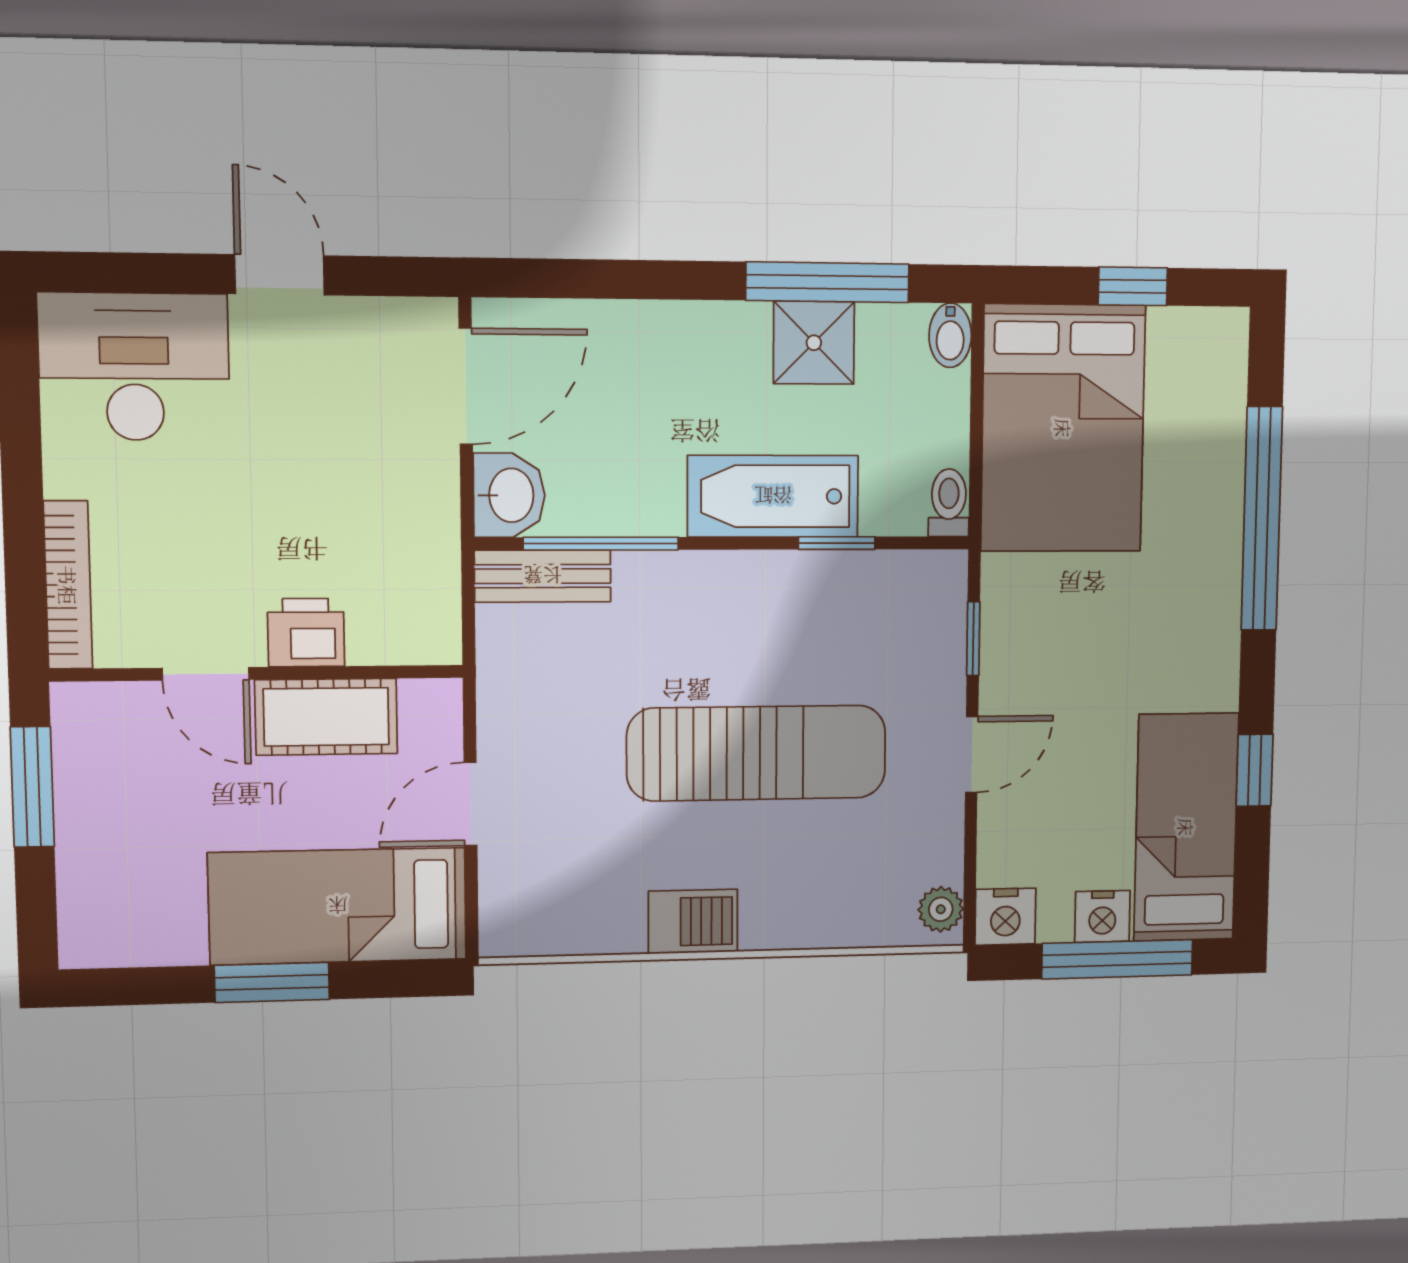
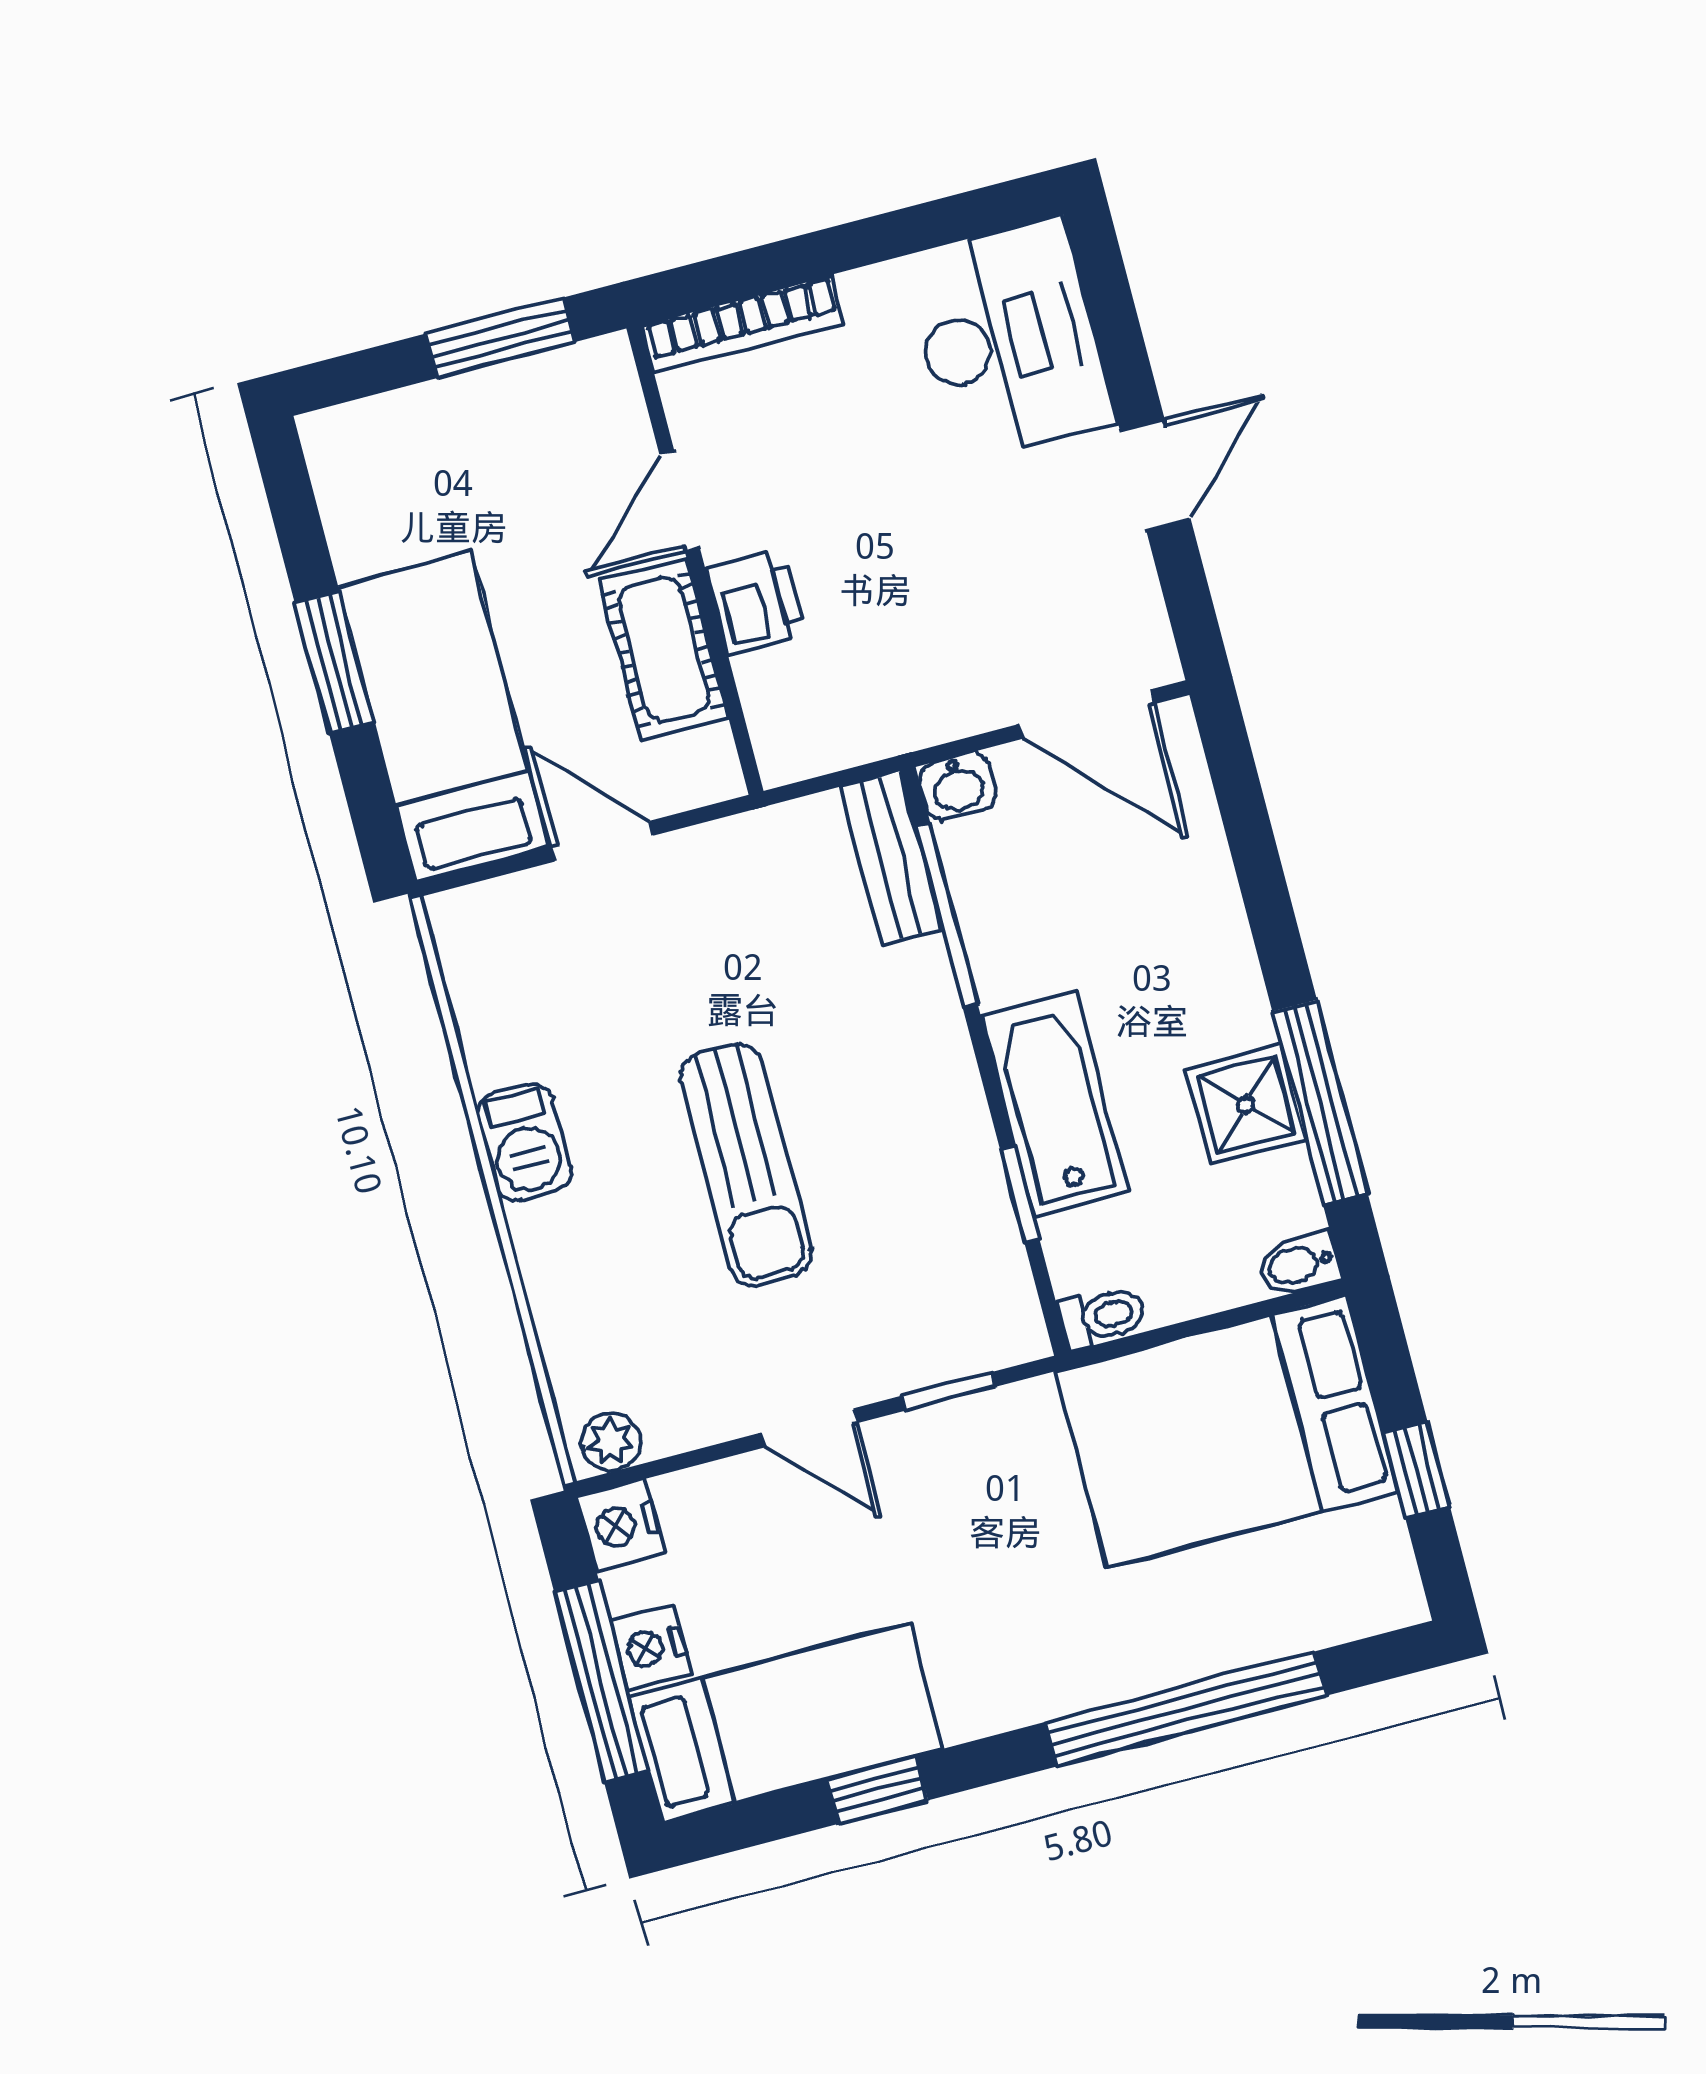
washbasin: (509, 495) -> (958, 786), width x0.72, depth x0.69
sun lounger: (757, 753) -> (746, 1165), width x0.73, depth x0.75

